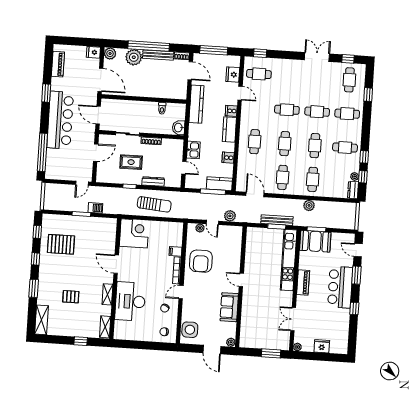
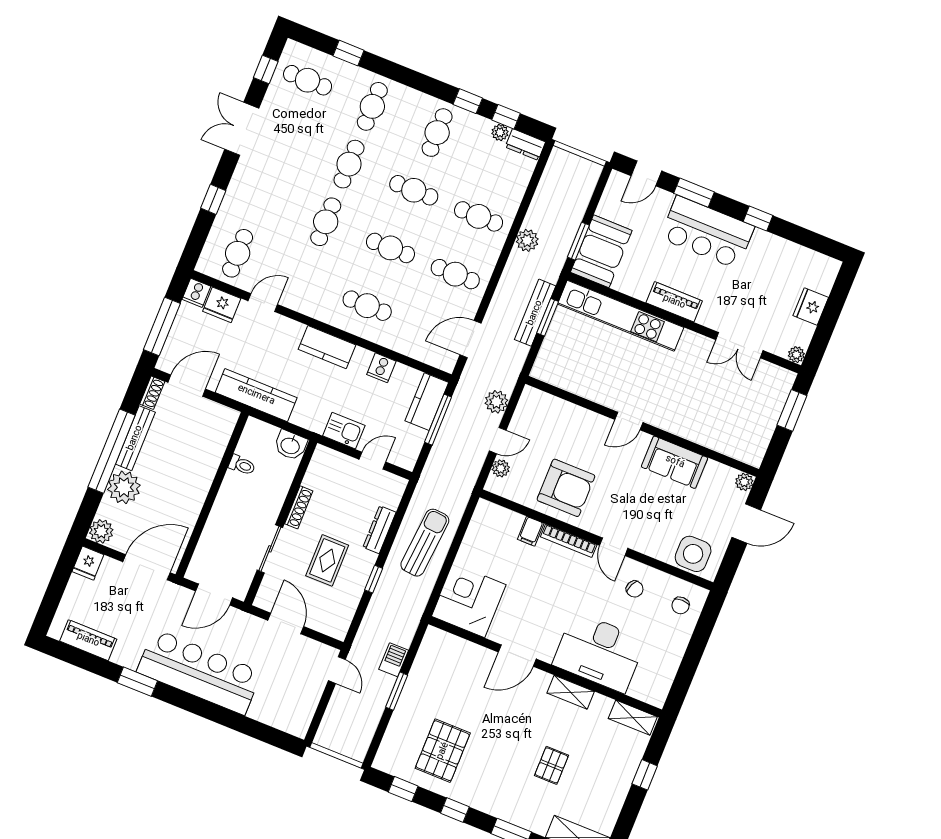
window: (260, 53) -> (213, 199), moved
cooker: (231, 111) -> (196, 293), moved
window: (42, 152) -> (251, 728), removed

